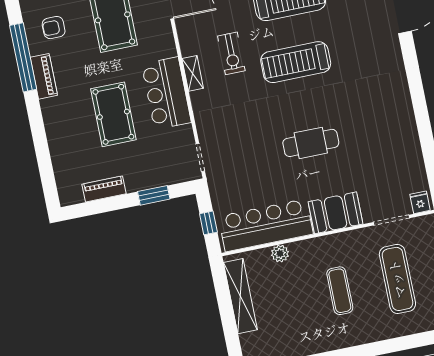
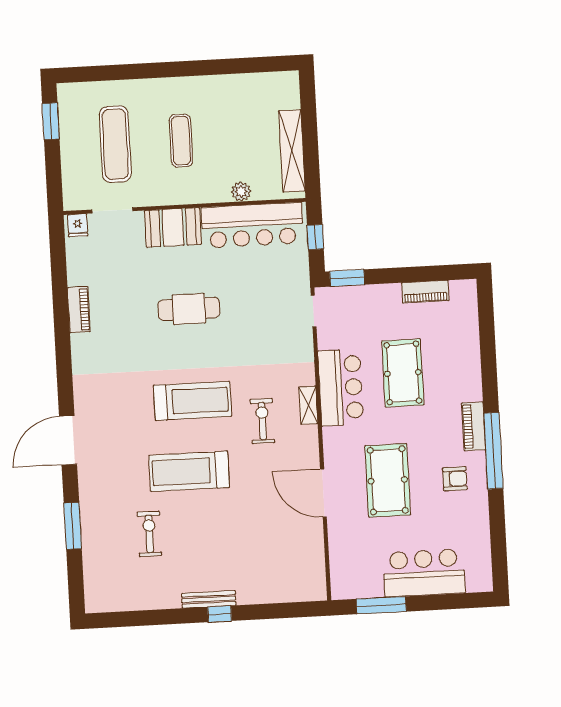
piano: (408, 128) -> (79, 310), added
window: (154, 195) -> (347, 278), moved

